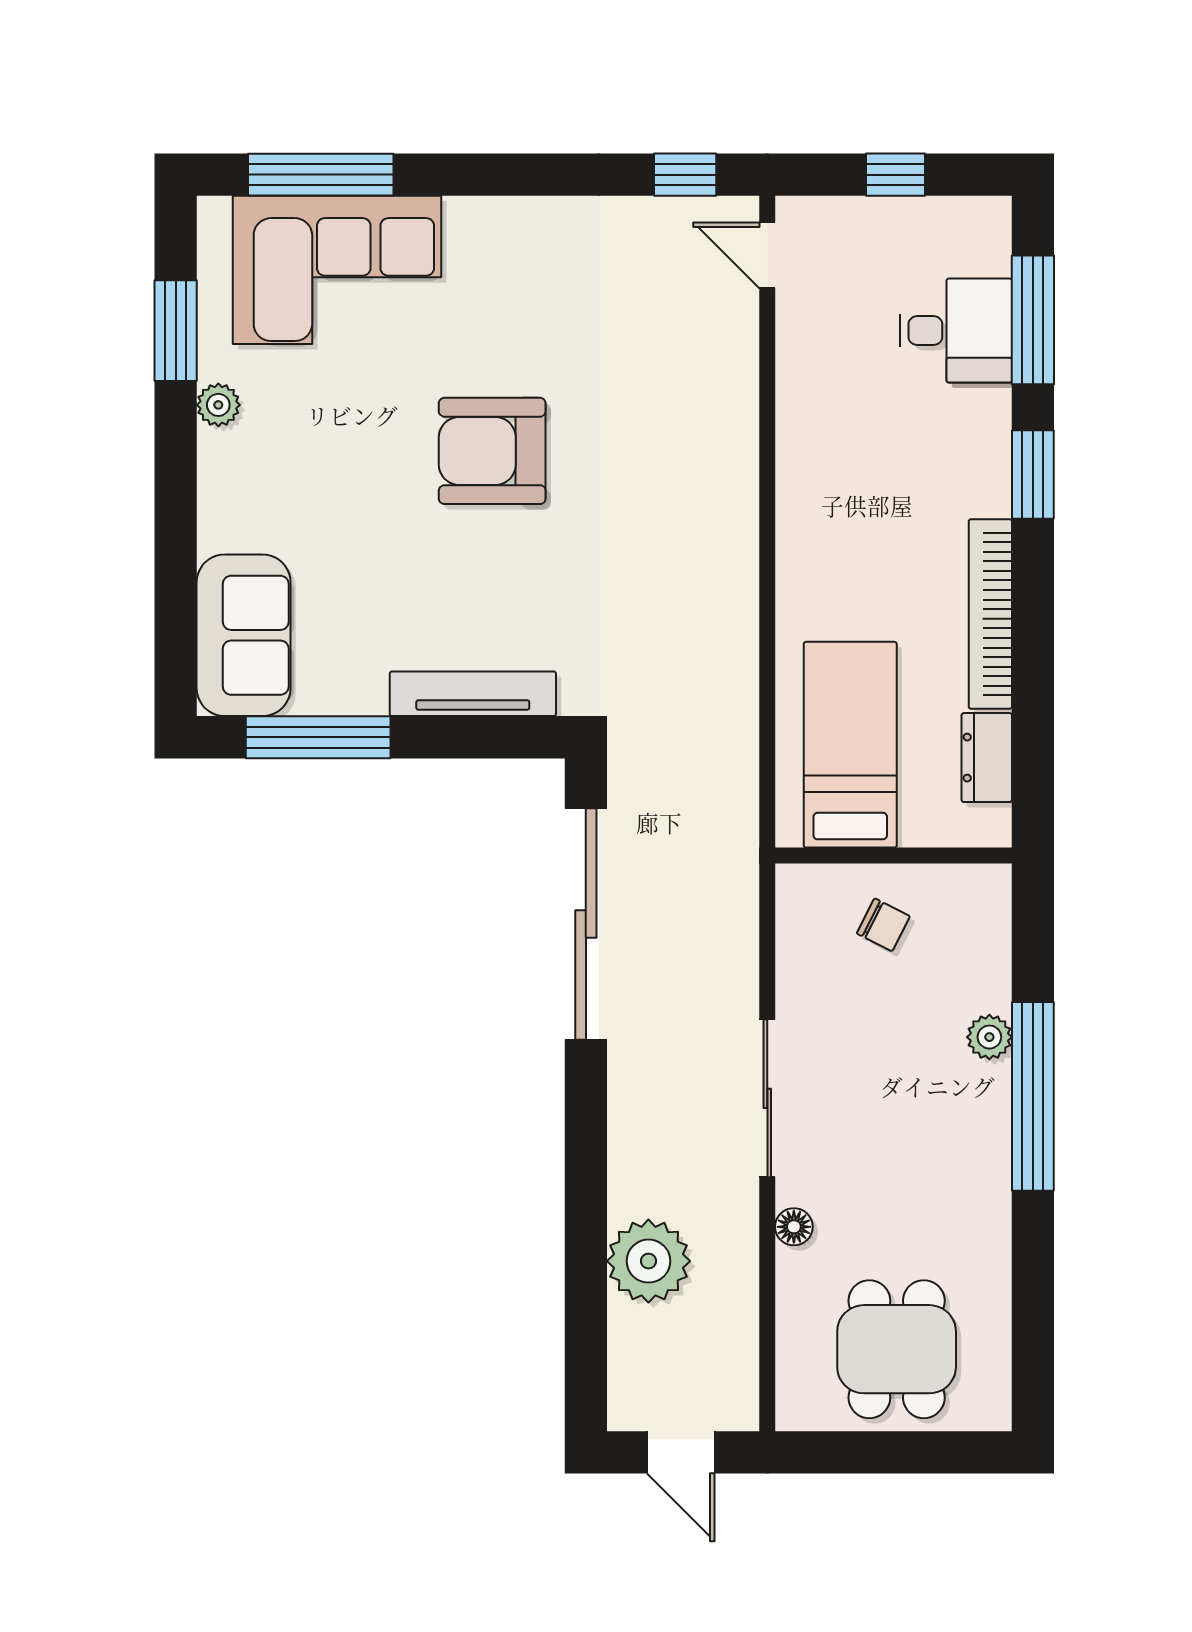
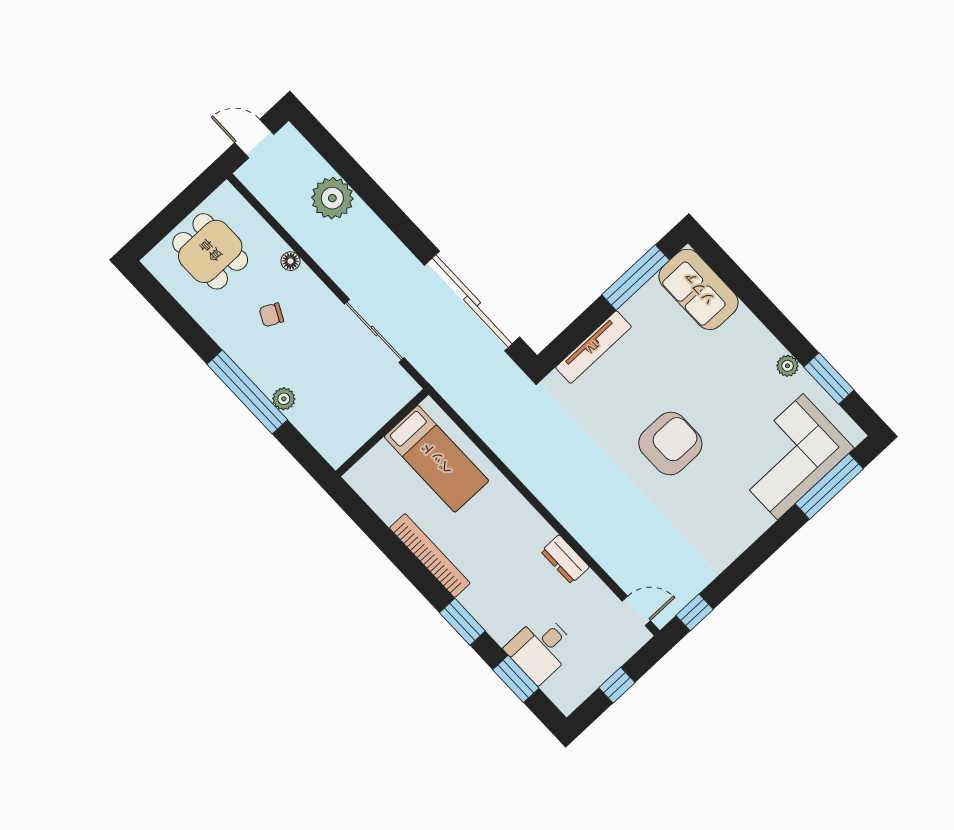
window: (1033, 320) -> (516, 679), width x0.69
dresser: (987, 758) -> (565, 559), moved, turned 180
chair: (883, 925) -> (271, 315), moved
sliding door: (767, 1098) -> (374, 331), moved

